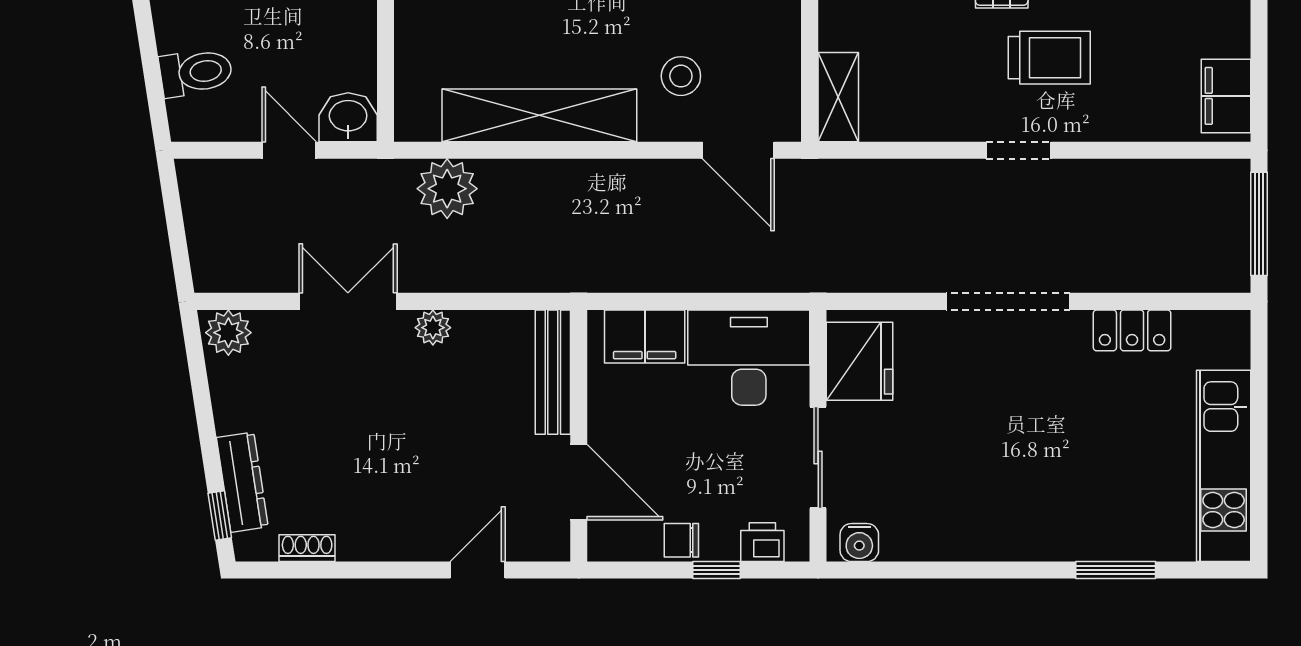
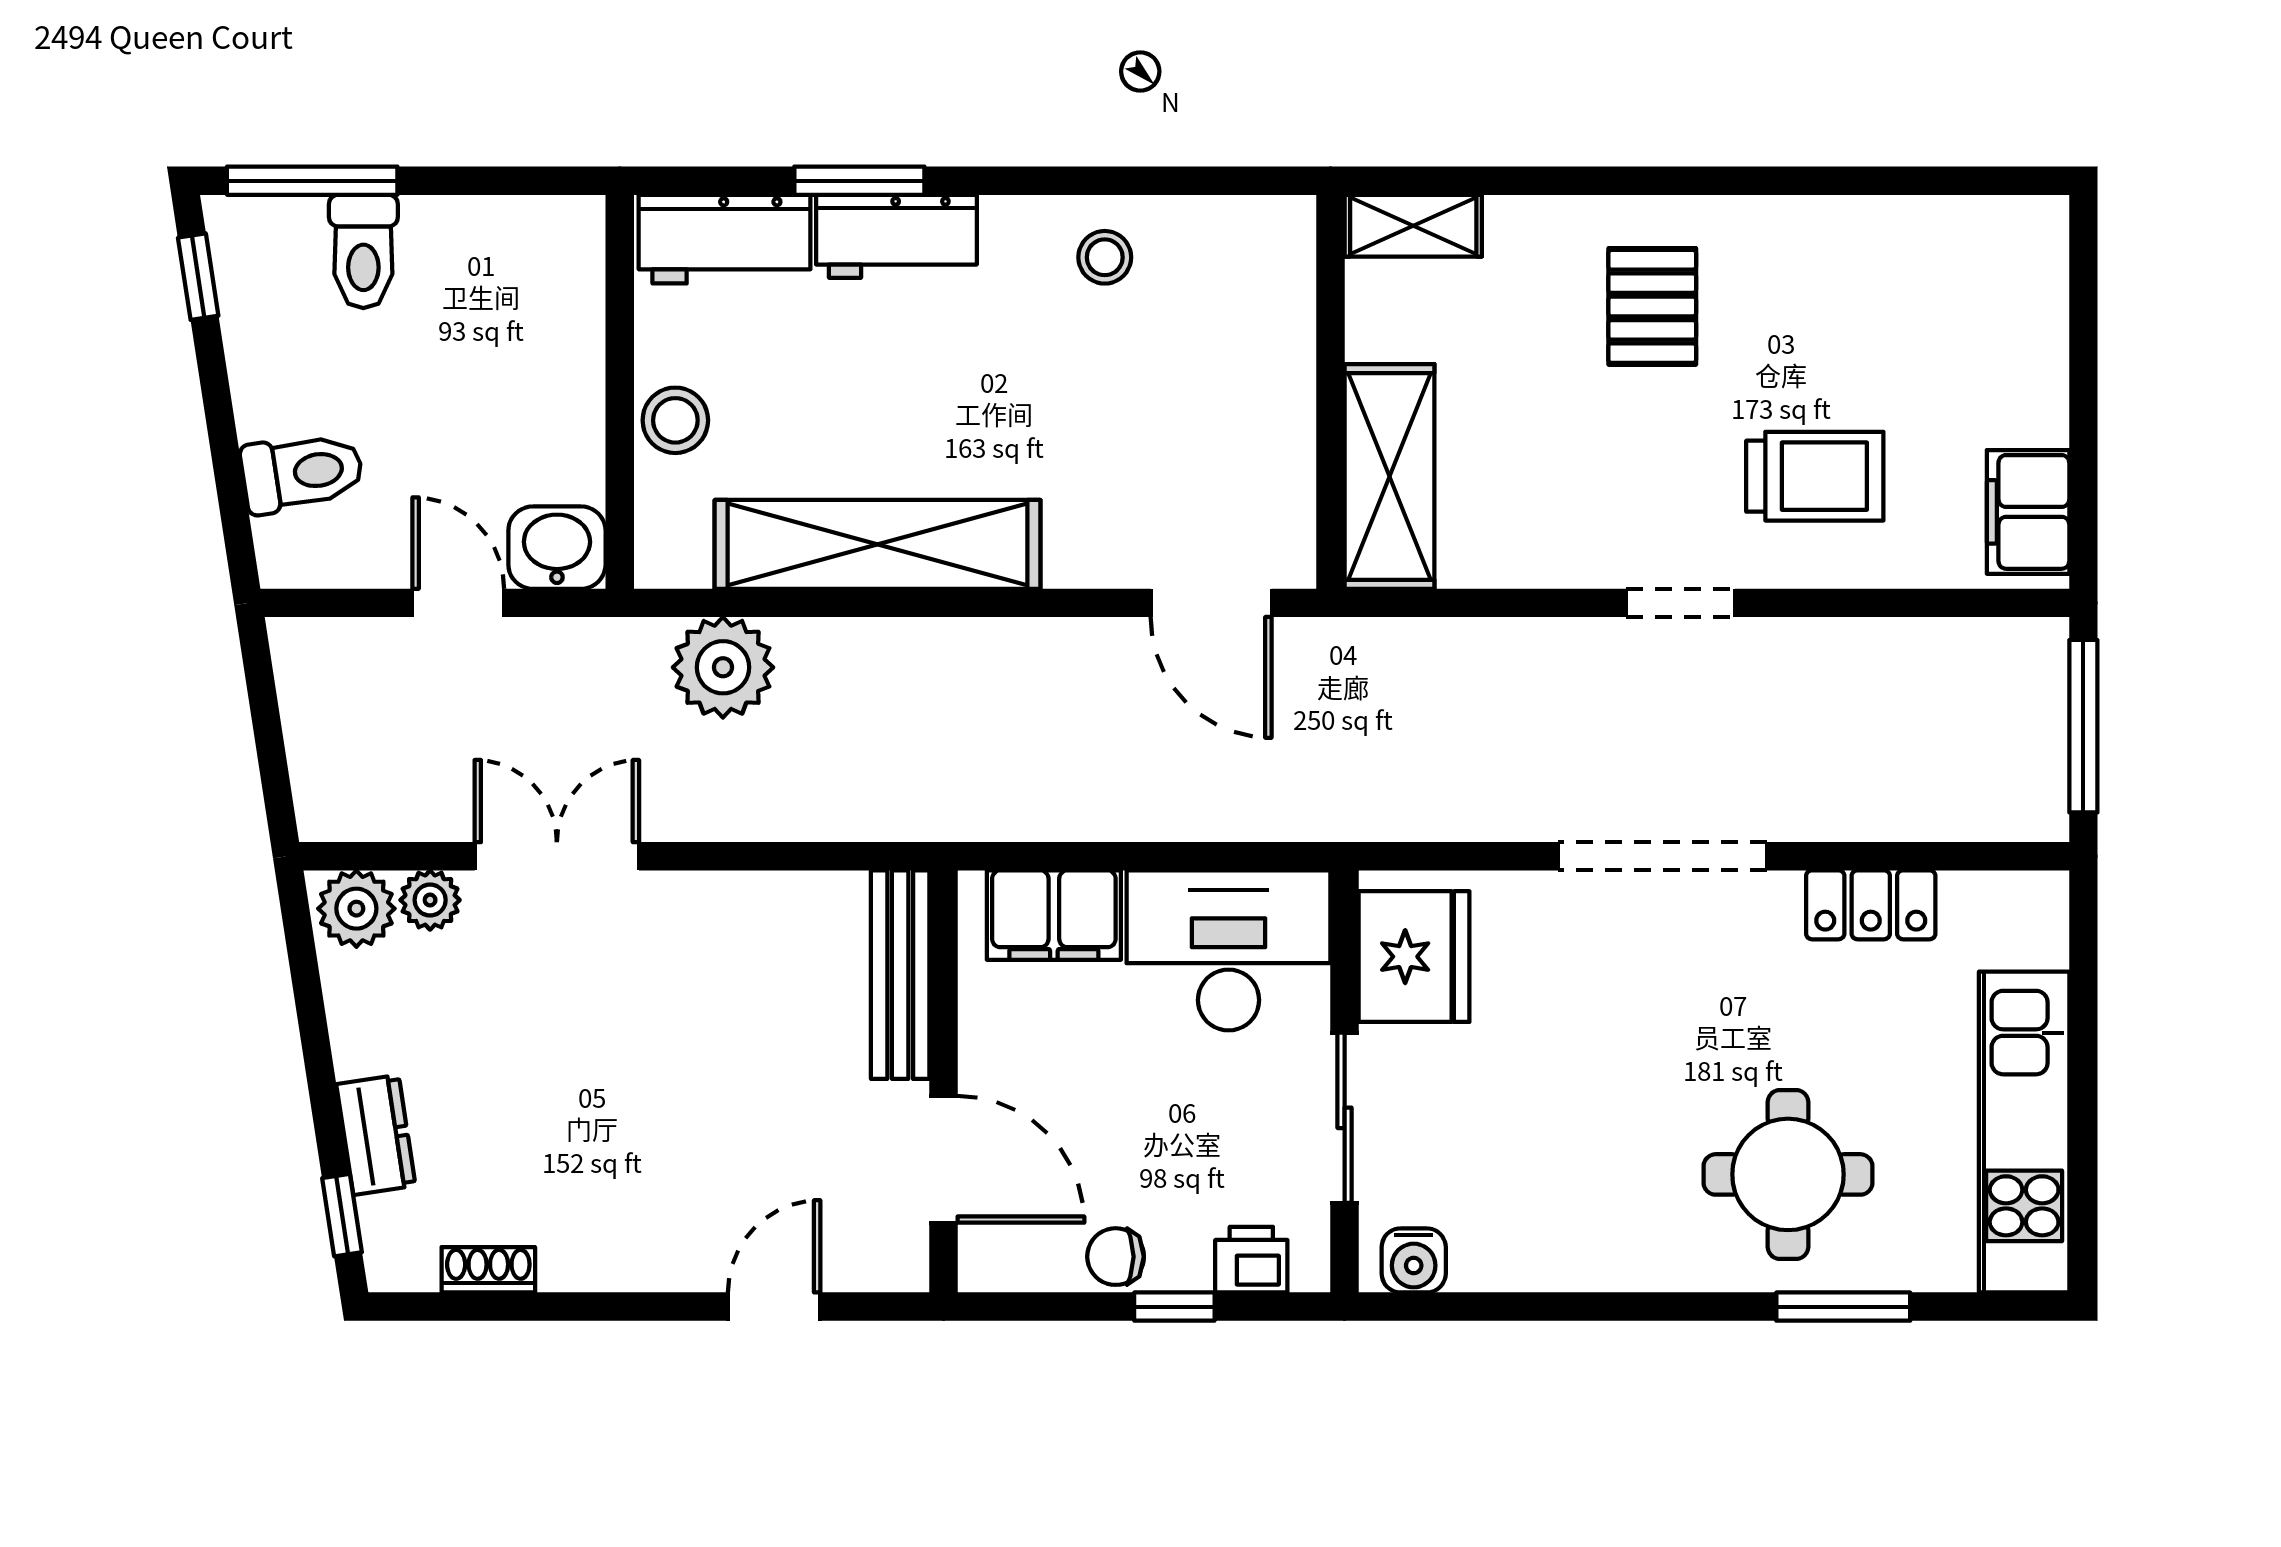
trolley: (1049, 58) -> (1815, 476), moved
stool: (681, 76) -> (675, 420), moved
shelving: (838, 97) -> (1389, 476), width x1.50, depth x1.33
plant: (433, 328) -> (430, 900), moved
dresser: (242, 482) -> (376, 1135), width x0.70
round table: (1083, 491) -> (1788, 1174), added

